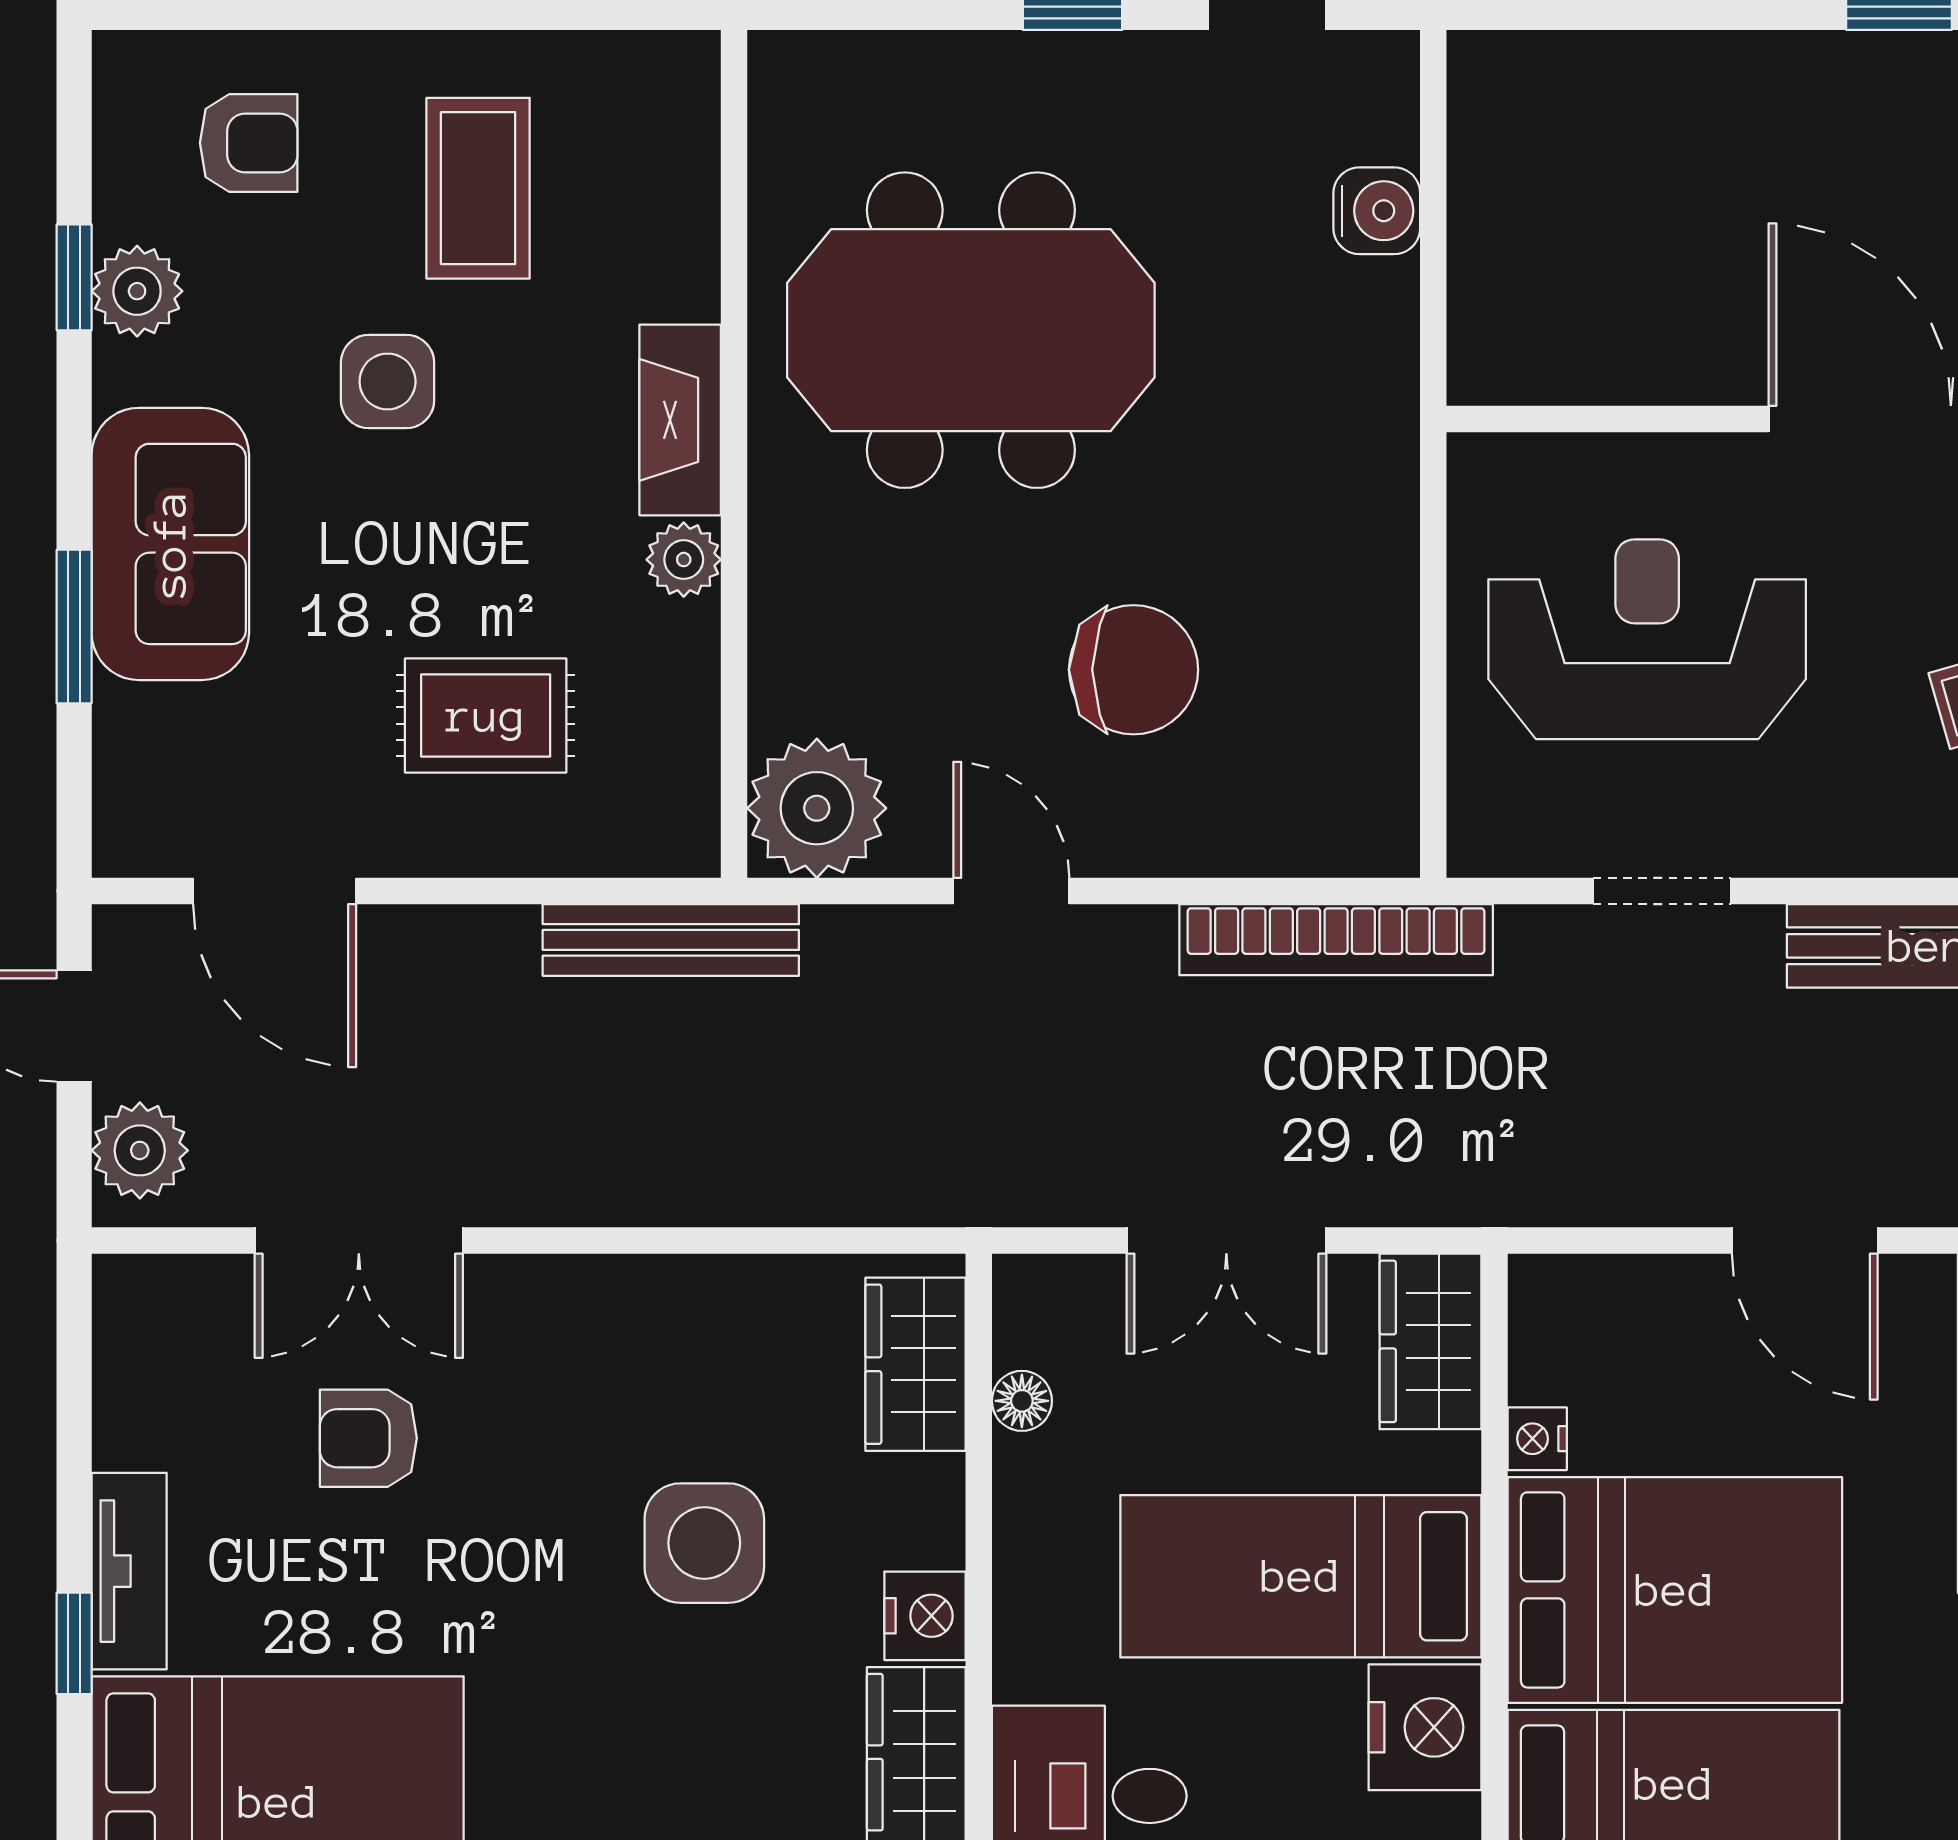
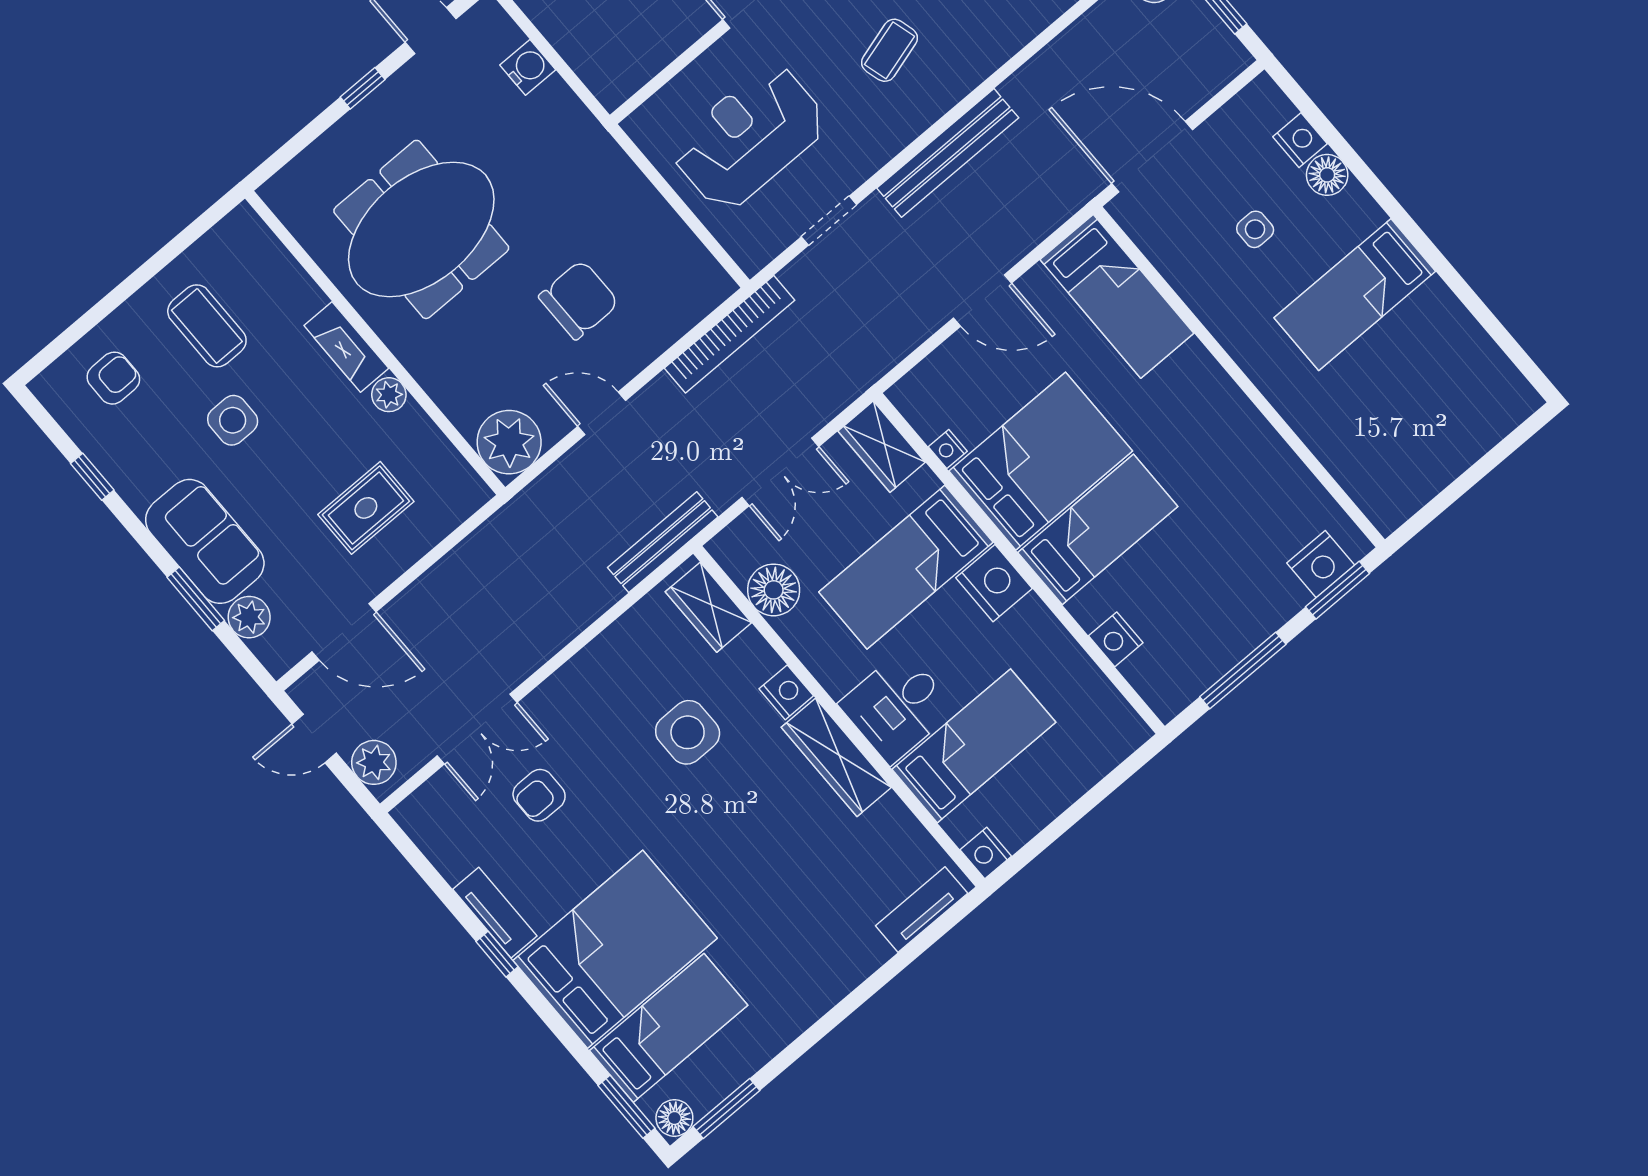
plant: (137, 291) -> (249, 617), moved
bench: (671, 940) -> (663, 542), moved
floor lamp: (1022, 1401) -> (774, 590), width x1.89, depth x1.89

